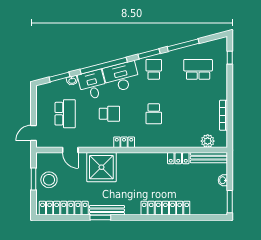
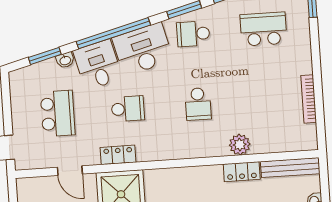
school desk: (154, 69) -> (193, 34), turned -90
plant: (208, 141) -> (240, 145), moved
locker: (124, 142) -> (118, 155), moved

